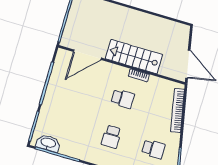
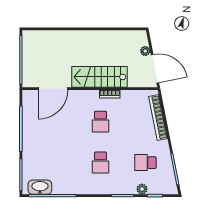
plant: (184, 45) -> (145, 51), added
school desk: (123, 99) -> (100, 122), turned 90
school desk: (153, 149) -> (145, 163), turned 180

